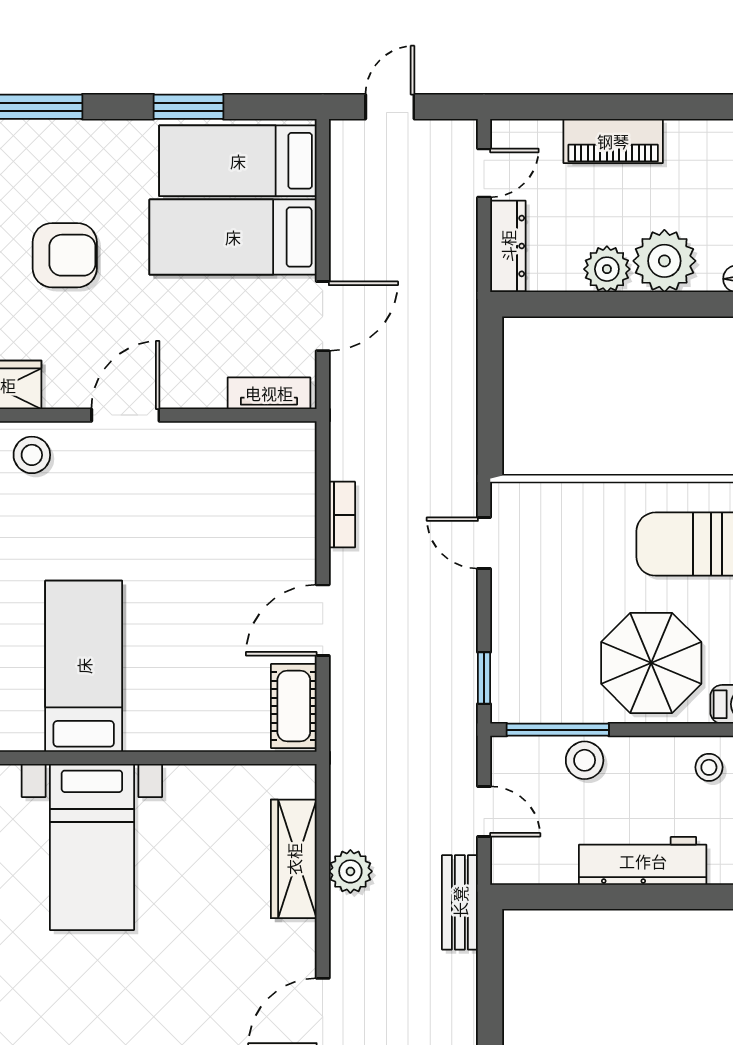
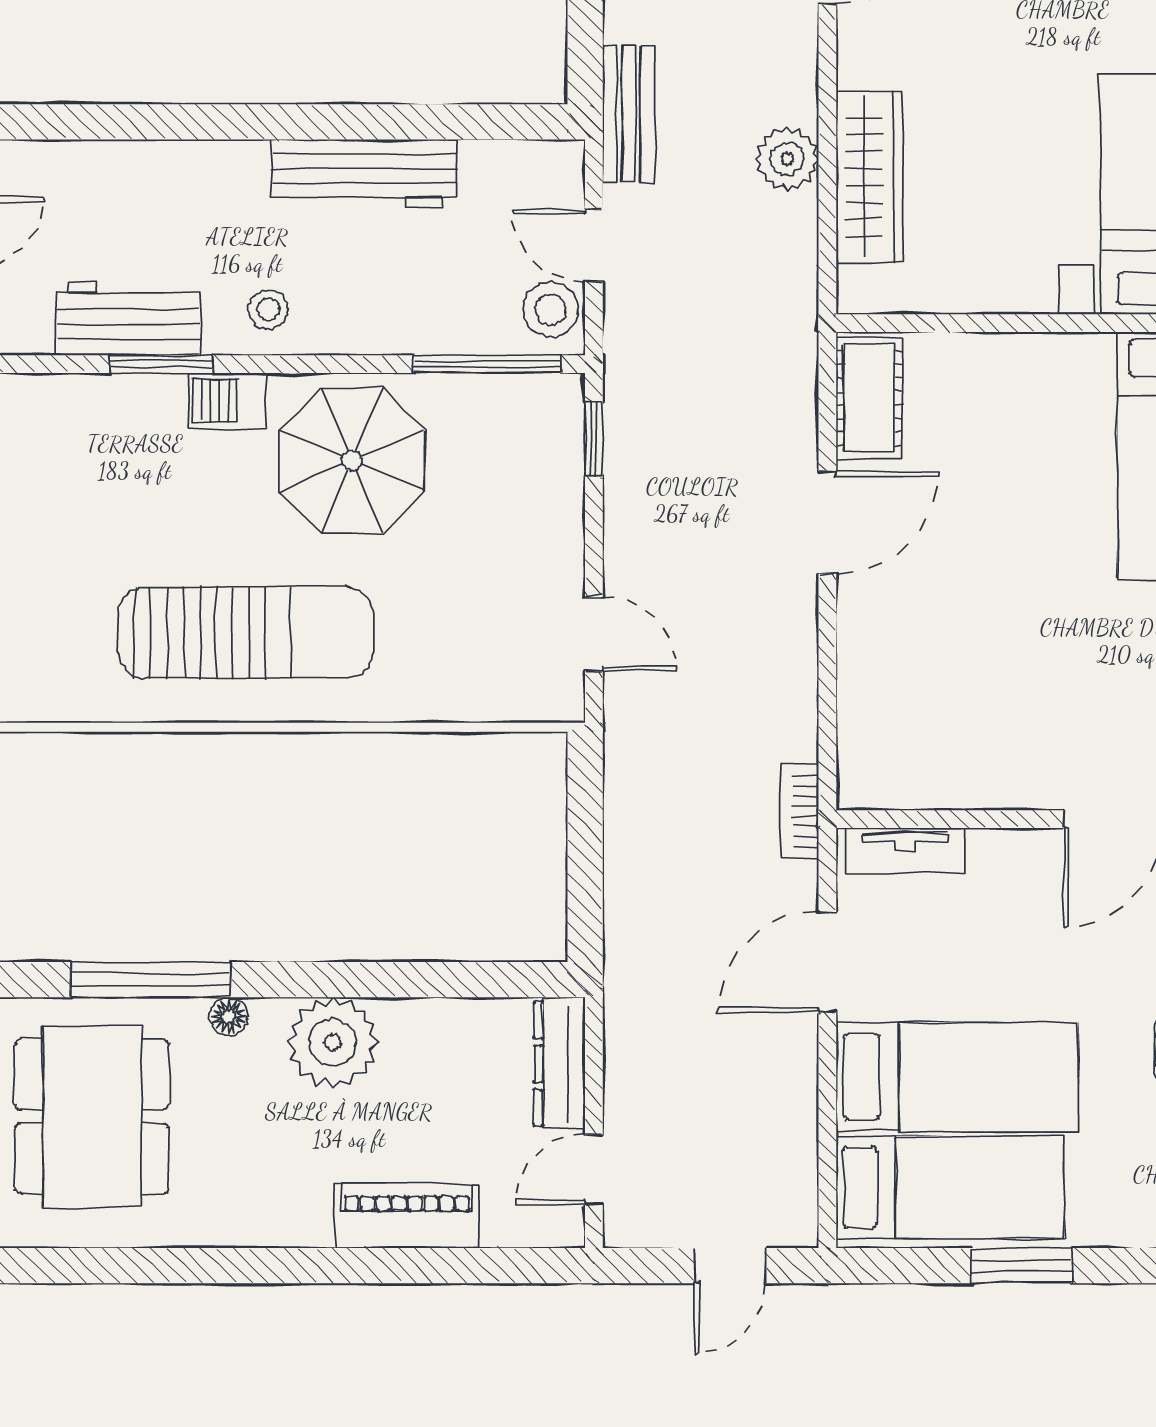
plant: (607, 269) -> (416, 1030), removed
bookcase: (342, 515) -> (800, 811), moved
stool: (585, 760) -> (551, 310), moved

